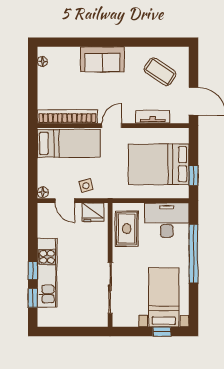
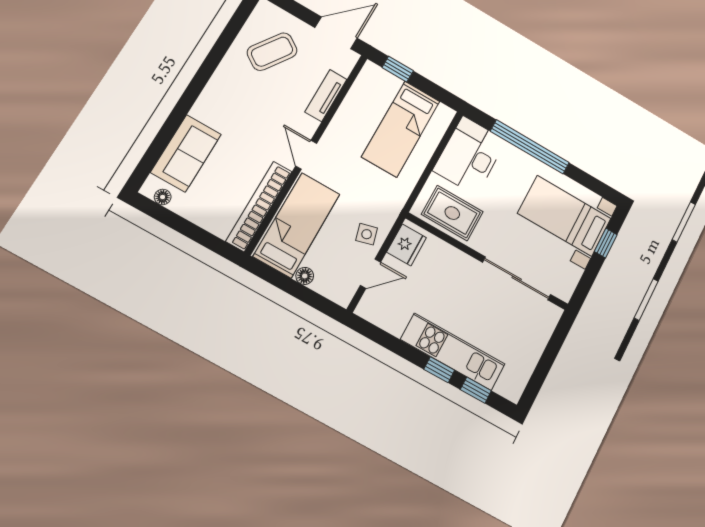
sofa: (102, 59) -> (186, 153), moved
bed: (159, 164) -> (401, 129), width x0.67
window: (193, 176) -> (398, 69), moved
floor lamp: (43, 192) -> (305, 276), moved

